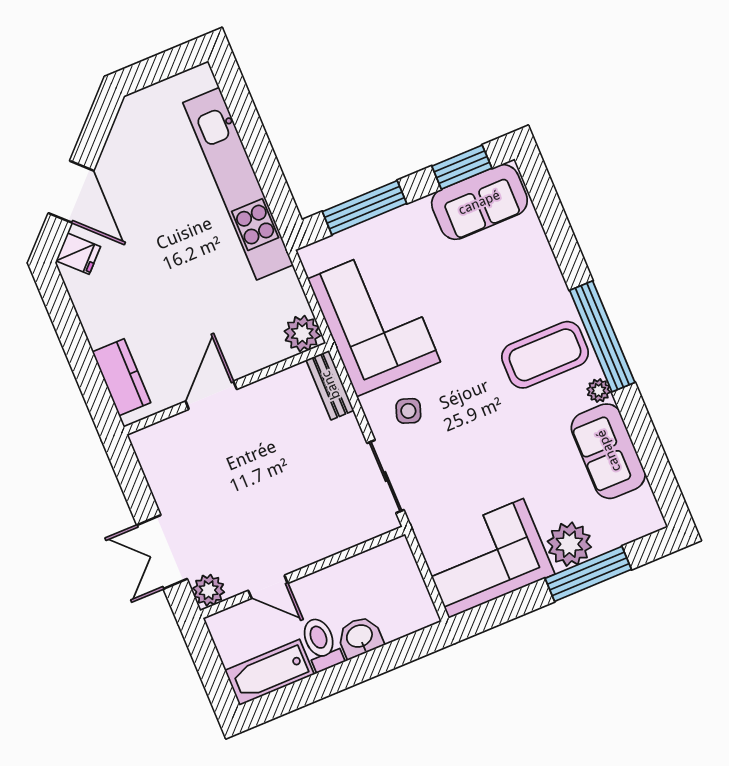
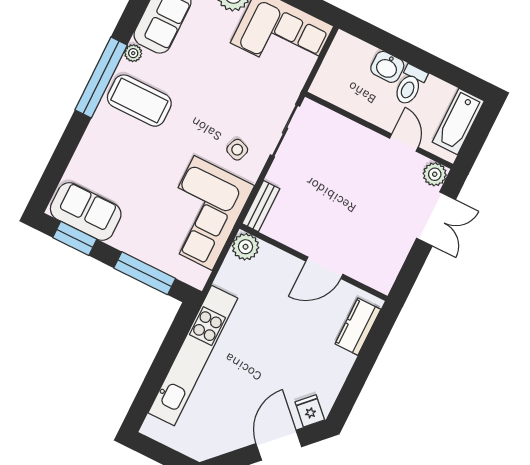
bathtub: (270, 672) -> (458, 122), moved, turned 90

